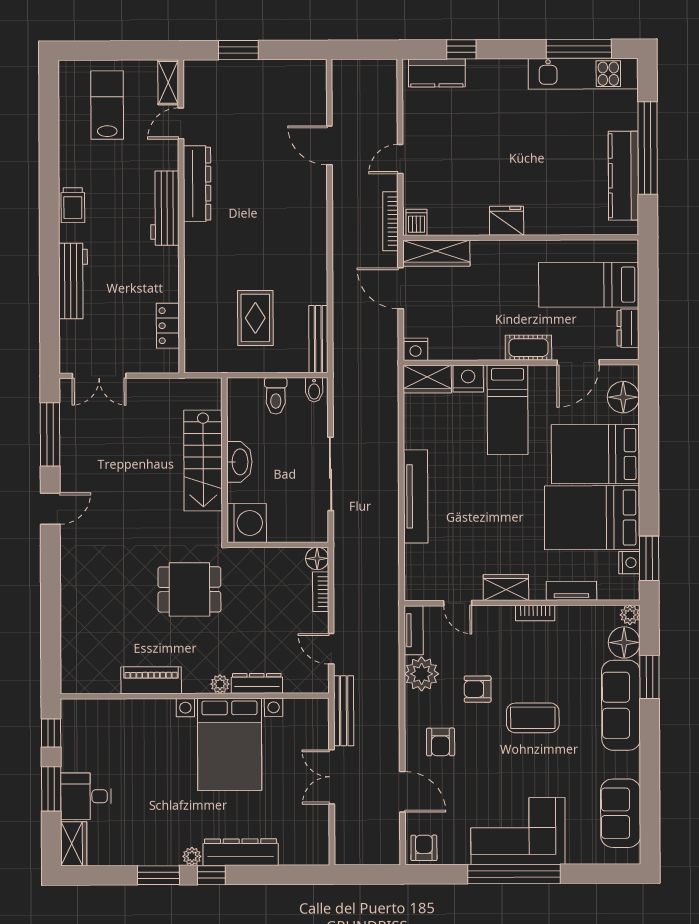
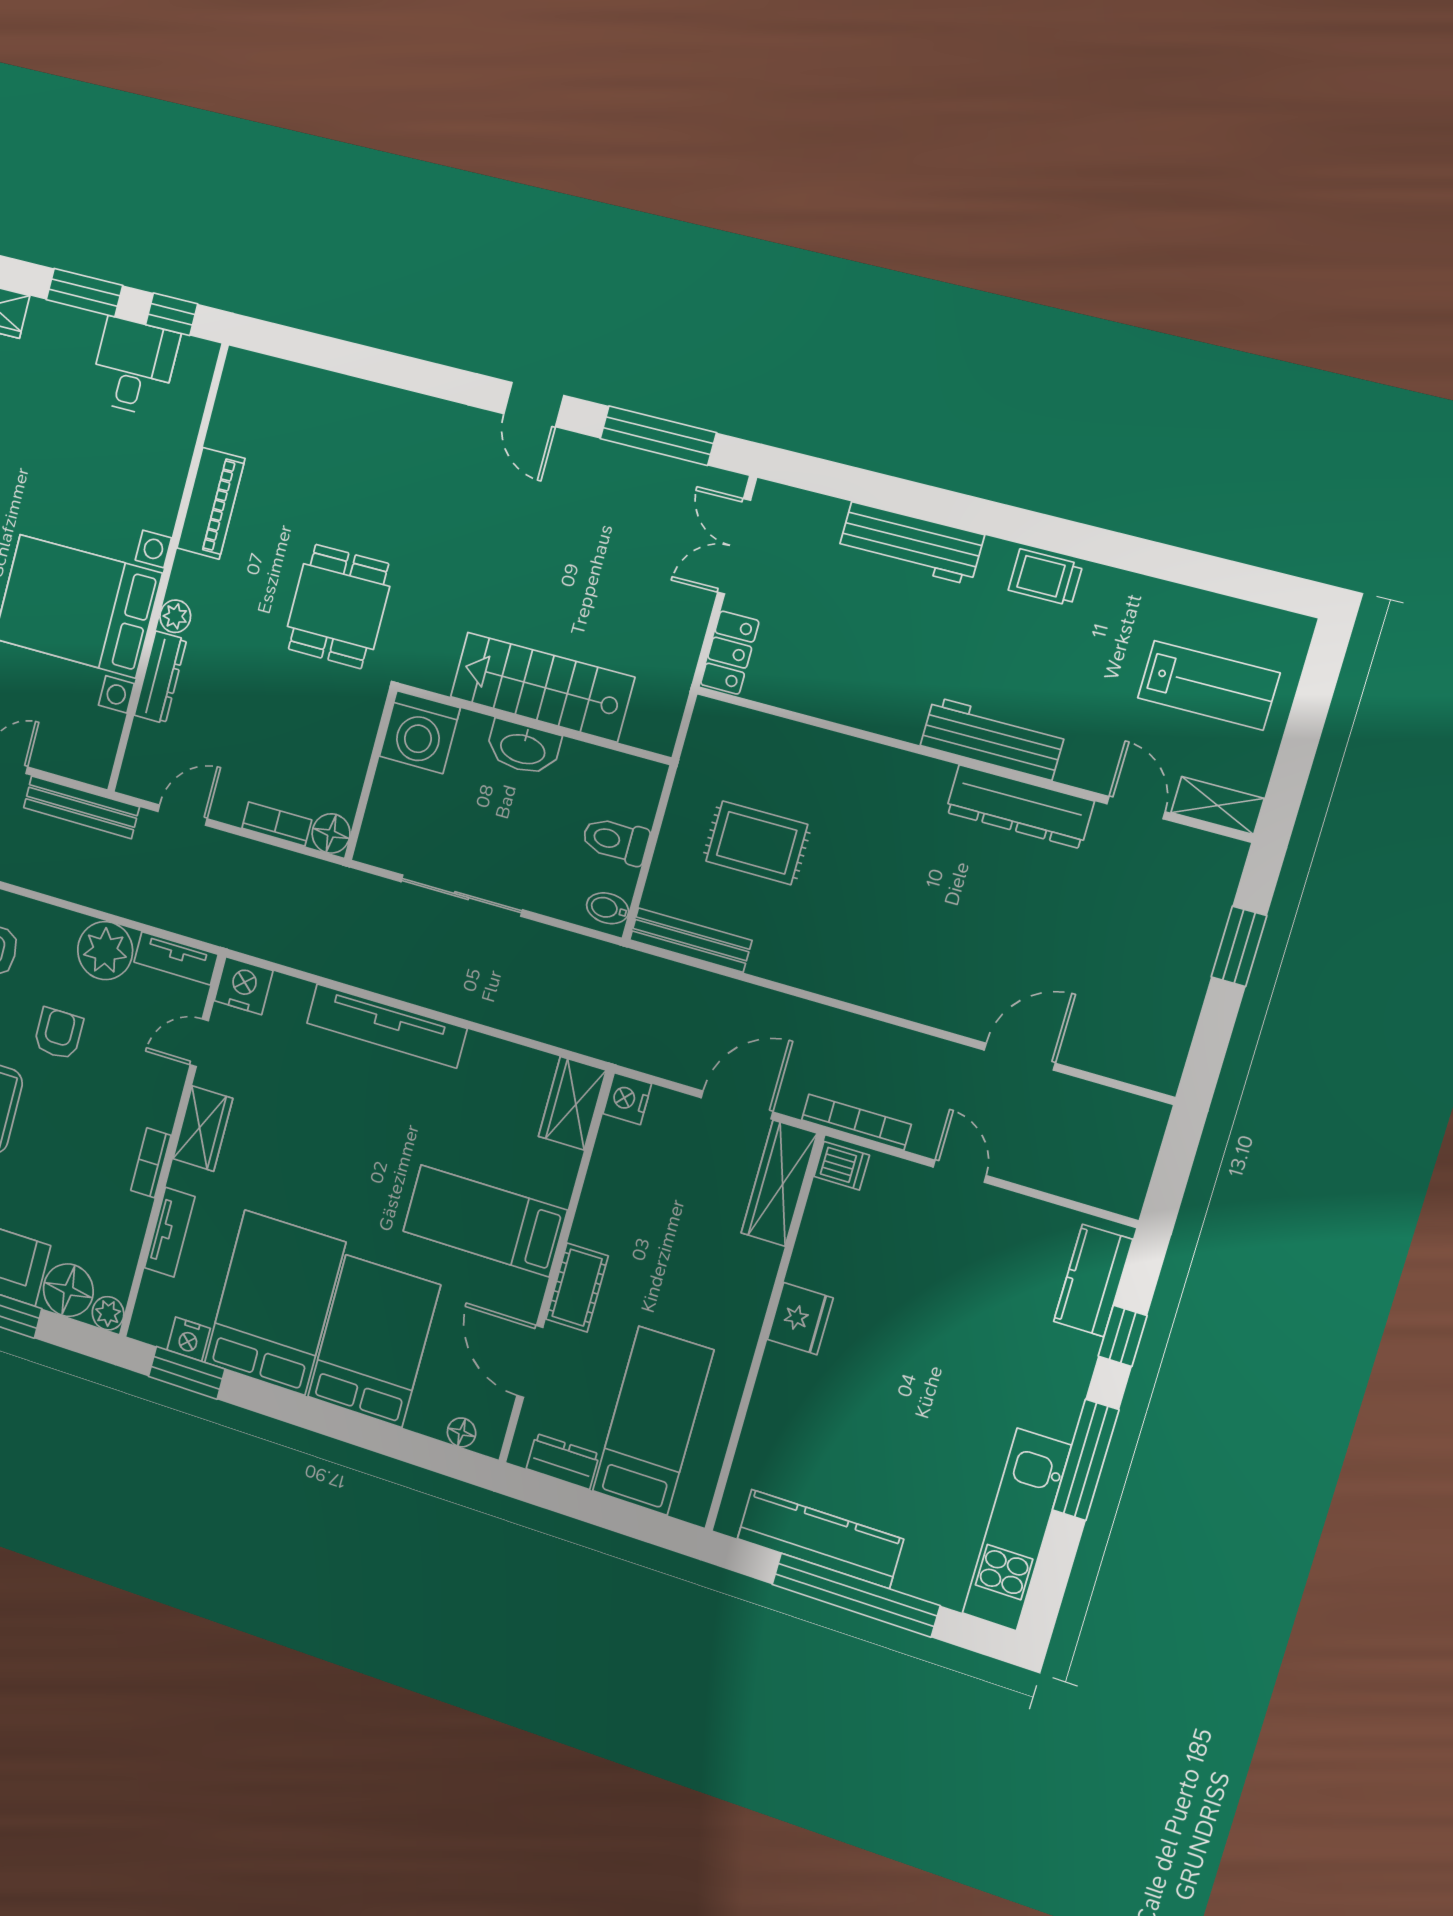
window: (579, 49) -> (1086, 1460), moved
locker: (168, 326) -> (730, 653), moved, turned 90
nightstand: (468, 379) -> (244, 986), moved, turned -90
floor lamp: (623, 397) -> (462, 1432), width x0.53, depth x0.53
desk: (86, 796) -> (134, 367), moved

